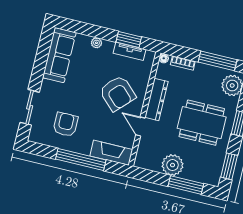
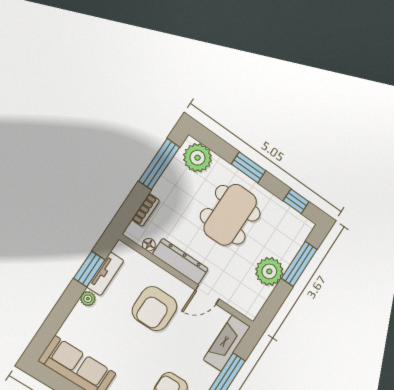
plant: (96, 43) -> (88, 299), moved
floor lamp: (164, 58) -> (149, 245), moved
armchair: (118, 93) -> (155, 309), turned 136
window: (229, 166) -> (296, 201), width x0.67

